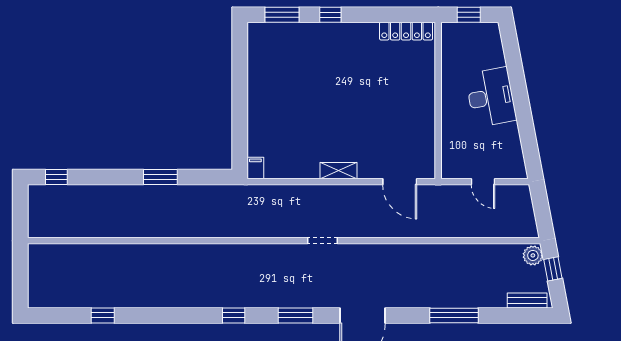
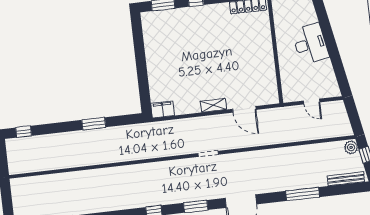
filing cabinet: (255, 168) -> (163, 109), width x2.00
door: (400, 182) -> (244, 109), moved
bench: (527, 300) -> (346, 179), width x1.36

